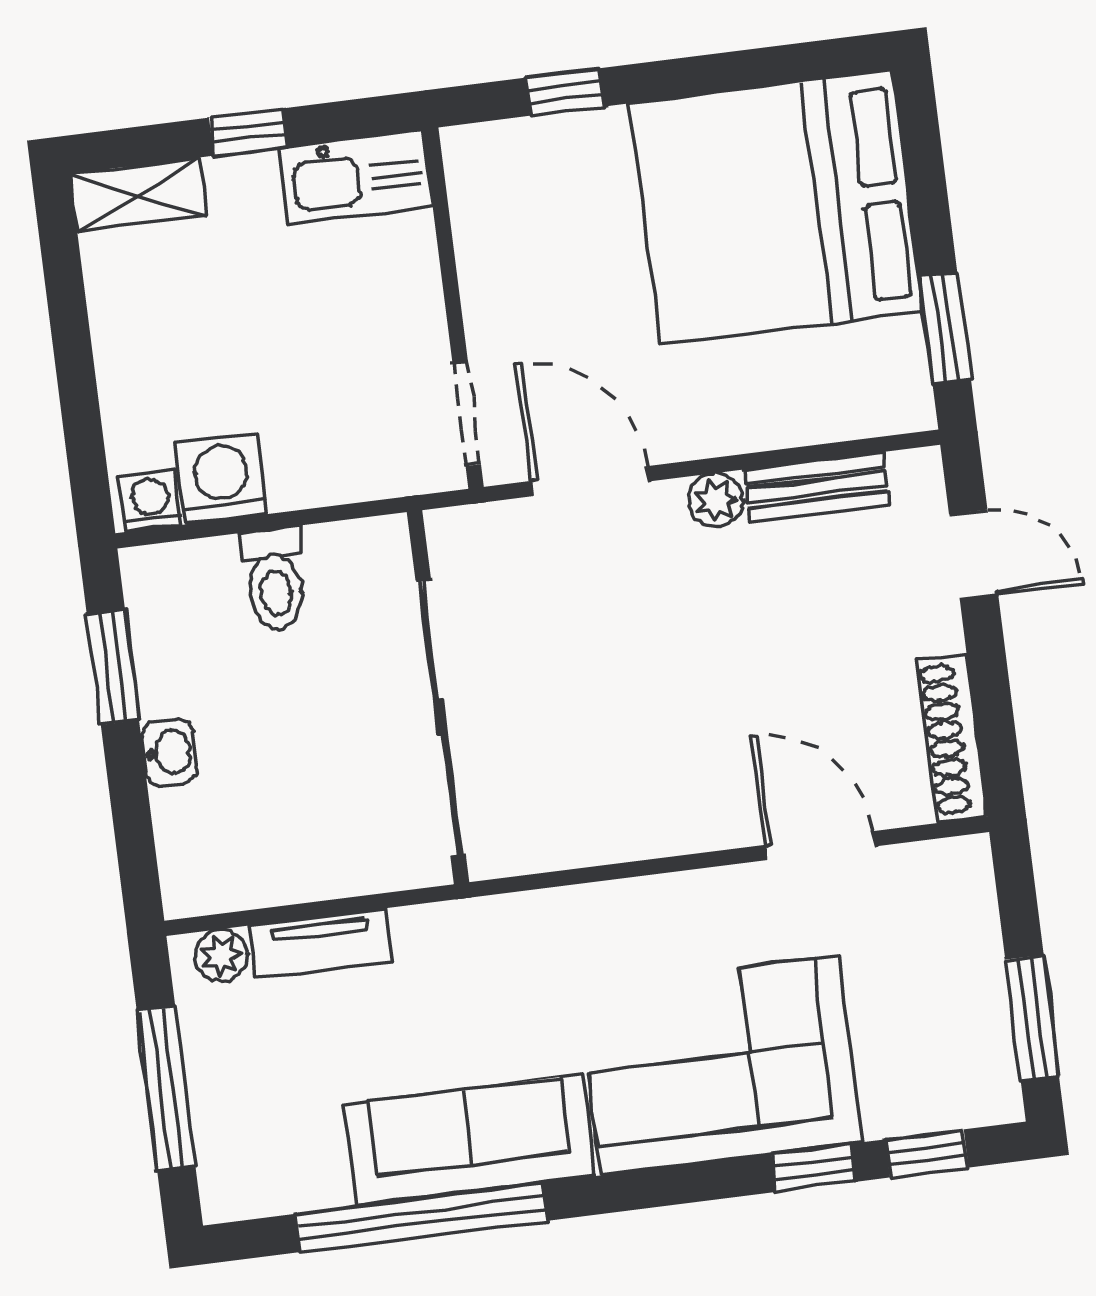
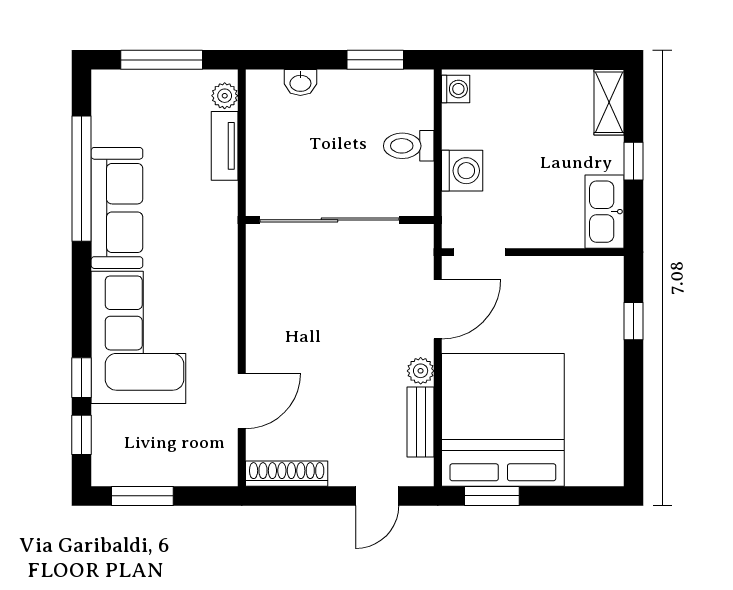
bed: (777, 207) -> (503, 420), moved
washing machine: (222, 479) -> (462, 171), moved
washbasin: (169, 752) -> (300, 83), moved

